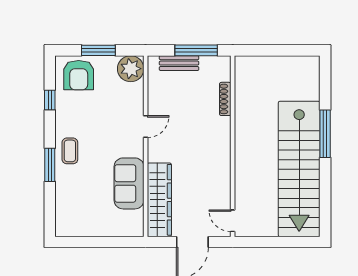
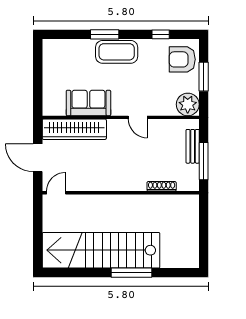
coffee table: (70, 151) -> (117, 52), width x1.86, depth x1.72

